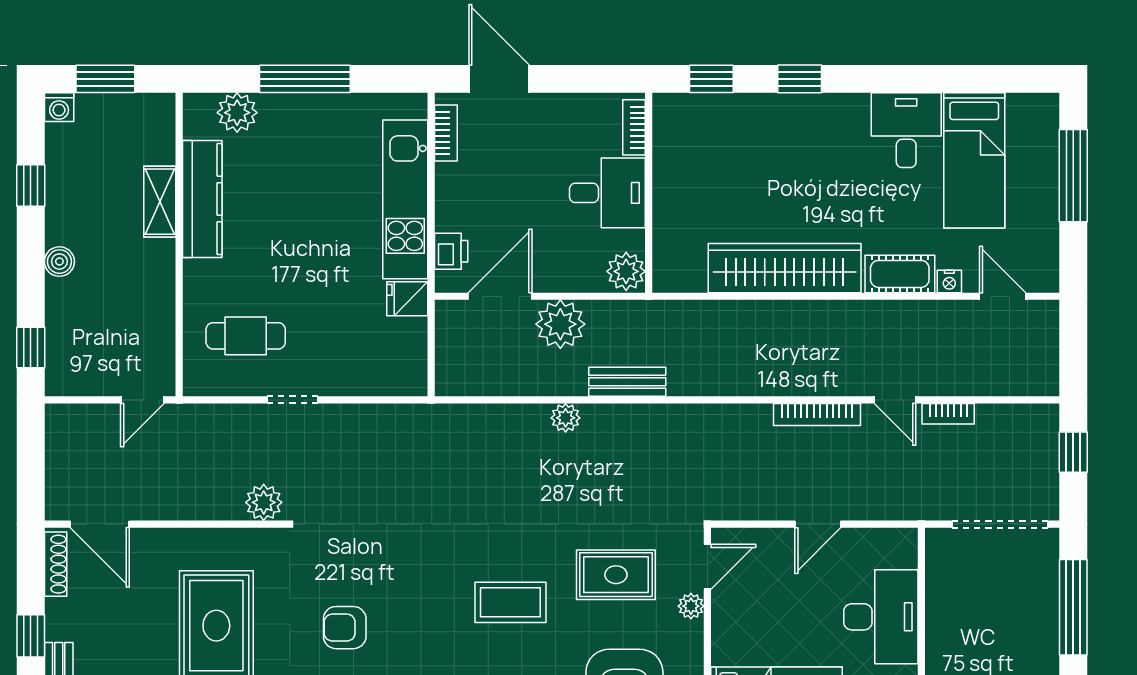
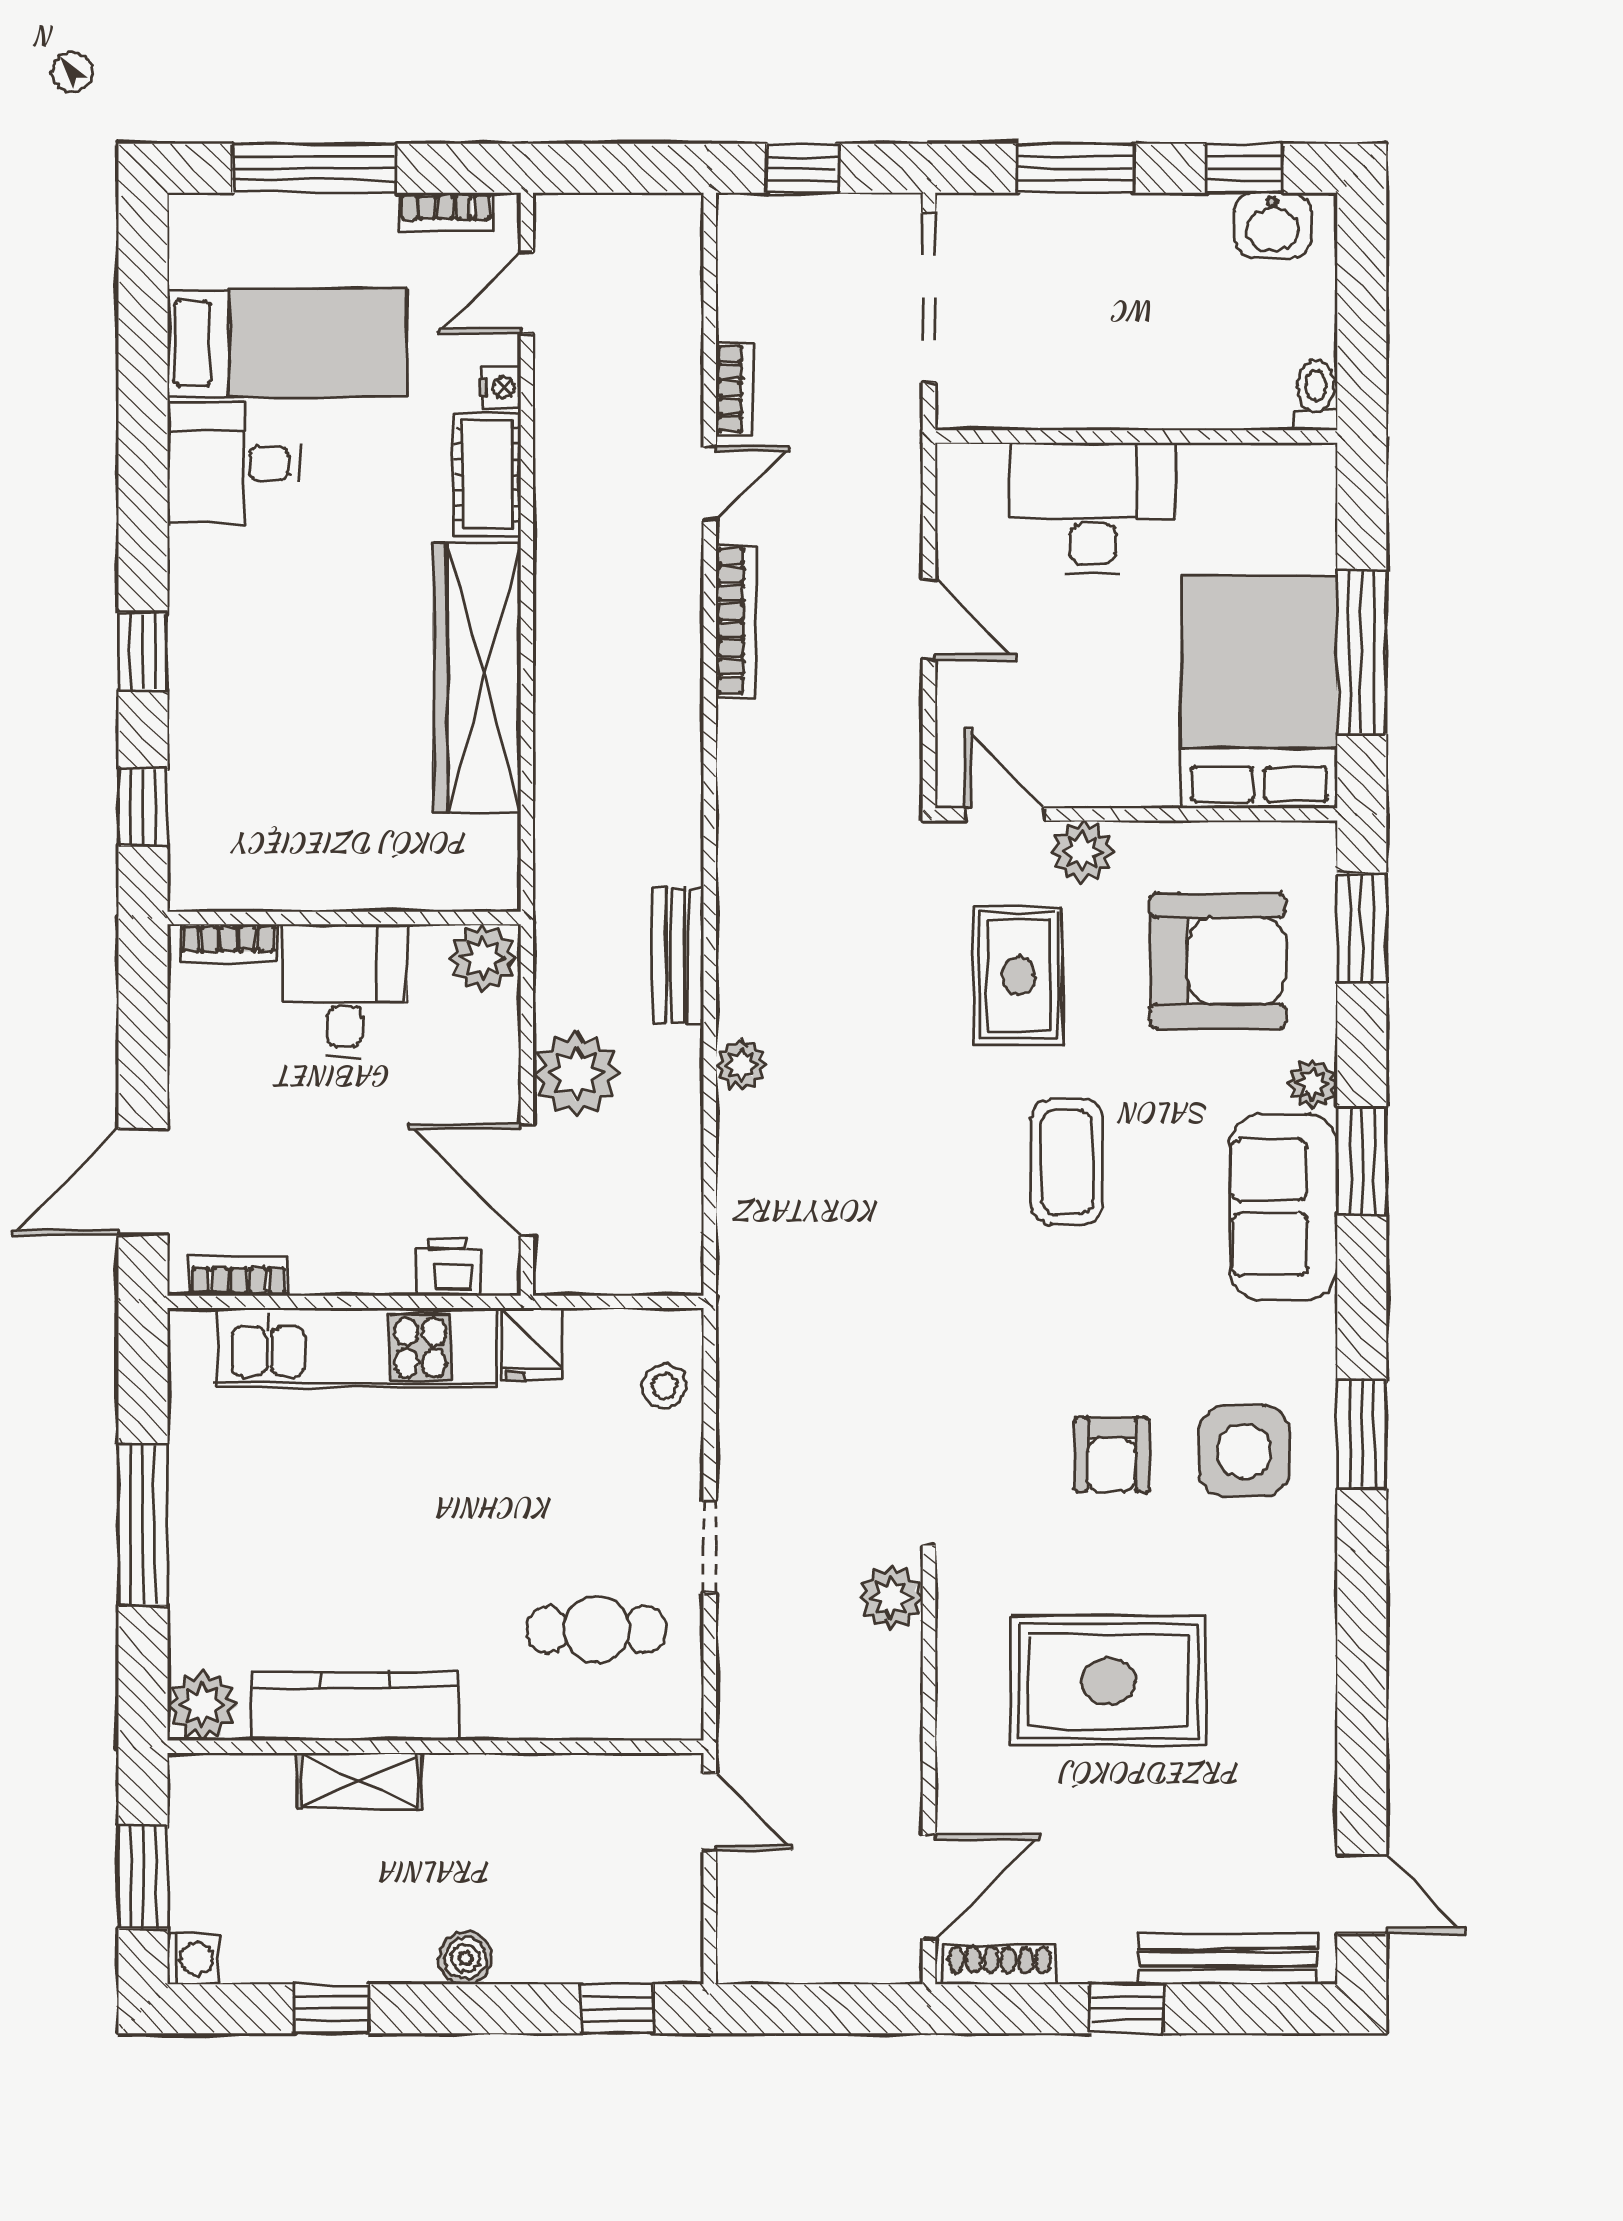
plant: (237, 113) -> (202, 1706), moved
bookcase: (1049, 250) -> (445, 212), added
cafe table: (246, 336) -> (597, 1629), turned 90
stool: (384, 374) -> (665, 1386), added
plant: (691, 606) -> (1082, 852), width x1.38, depth x1.38
window: (1073, 607) -> (1076, 168), width x0.69

